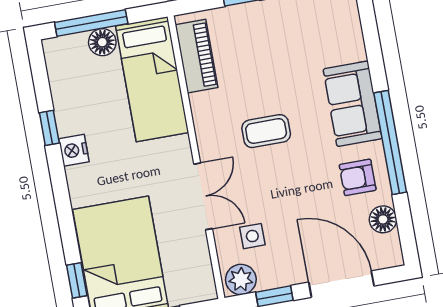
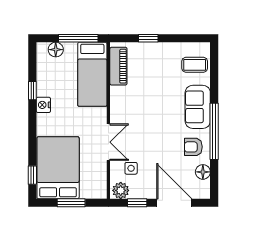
window: (91, 23) -> (78, 38), moved
floor lamp: (102, 42) -> (56, 50), moved
coffee table: (266, 131) -> (195, 65), moved

